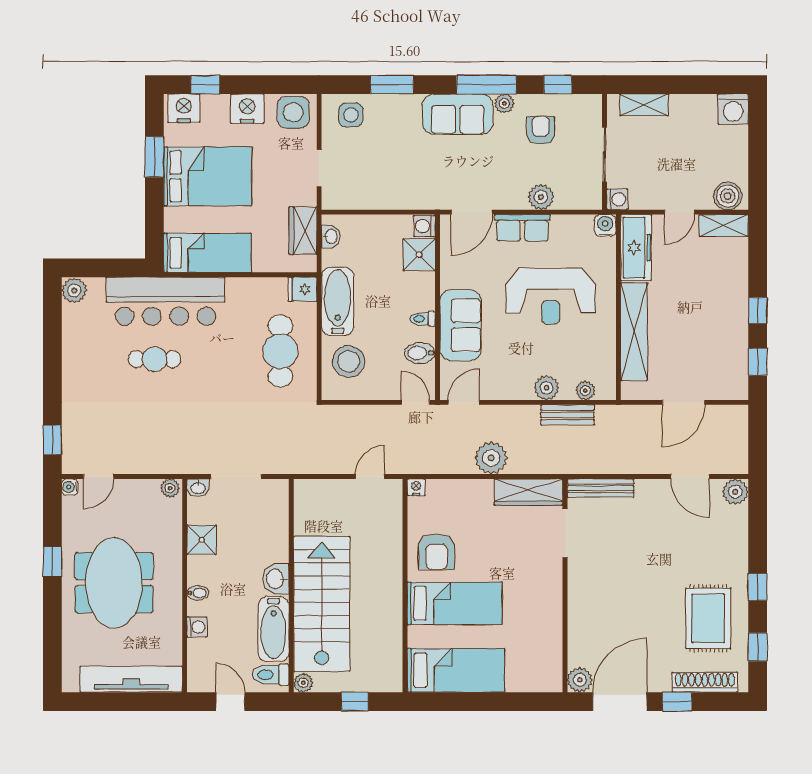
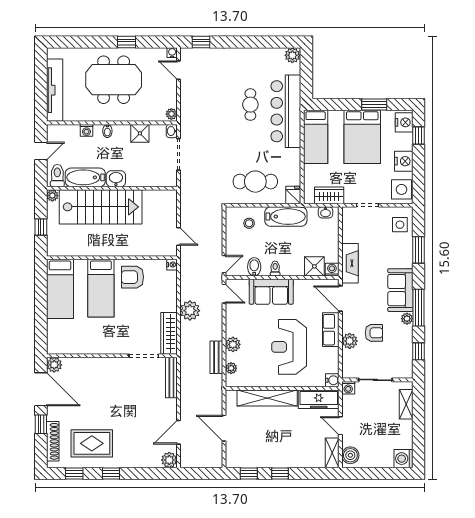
armchair: (541, 130) -> (374, 333), moved
fireplace: (414, 196) -> (350, 263), added
stool: (349, 361) -> (249, 223), width x0.53, depth x0.53

